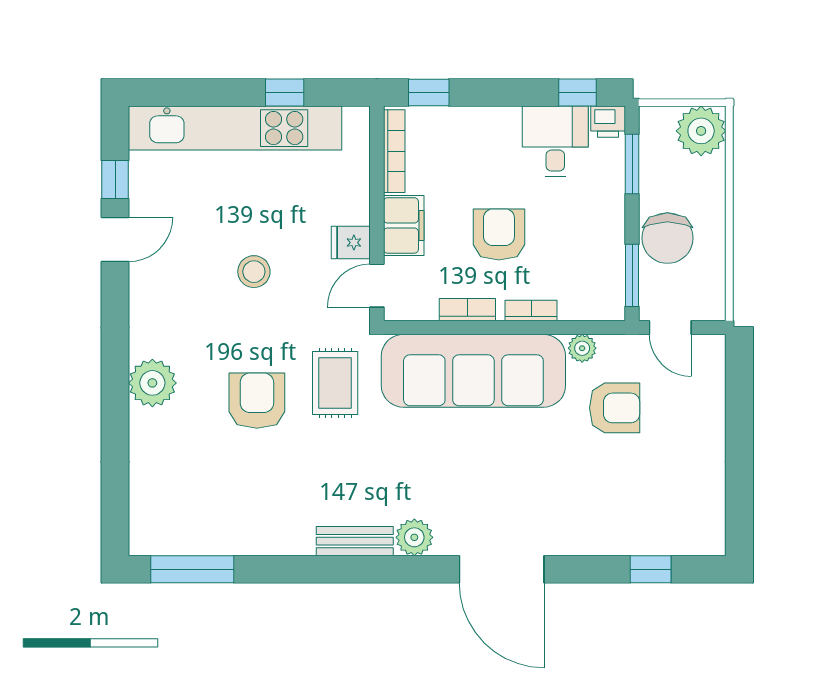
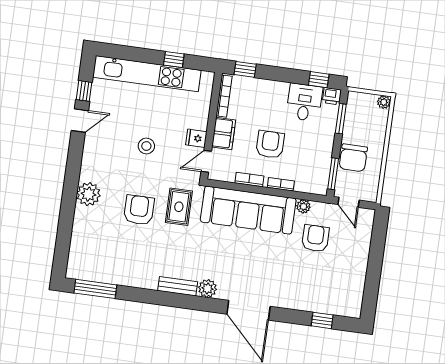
plant: (701, 131) -> (384, 102), width x0.53, depth x0.53
armchair: (615, 408) -> (315, 238), turned -90

